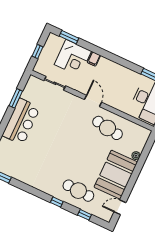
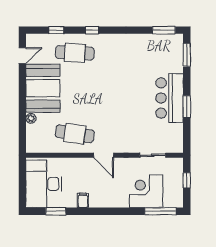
window: (69, 37) -> (160, 211), width x1.44
filing cabinet: (94, 59) -> (83, 200), moved
window: (16, 98) -> (187, 107), moved

